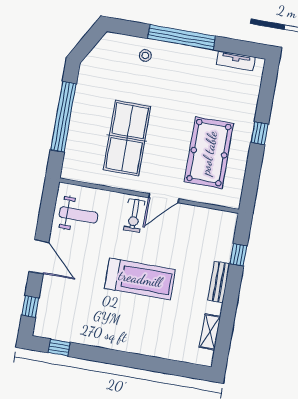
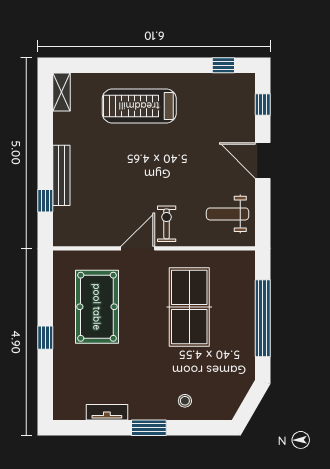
window: (182, 37) -> (149, 428), width x0.47
tv unit: (236, 61) -> (107, 412), moved
treadmill: (140, 279) -> (139, 106), moved
bench: (219, 282) -> (61, 175), width x1.36
shelving: (210, 332) -> (62, 92), moved

